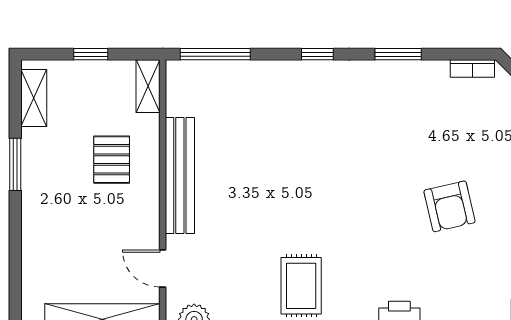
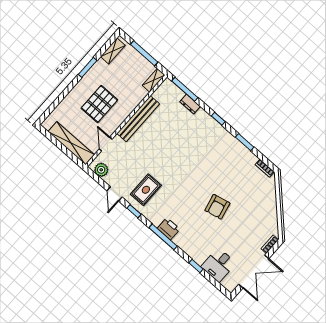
window: (91, 54) -> (144, 53), width x2.17
dresser: (247, 72) -> (190, 104), added
pallet: (112, 160) -> (99, 104), moved, width x1.50, depth x1.42

